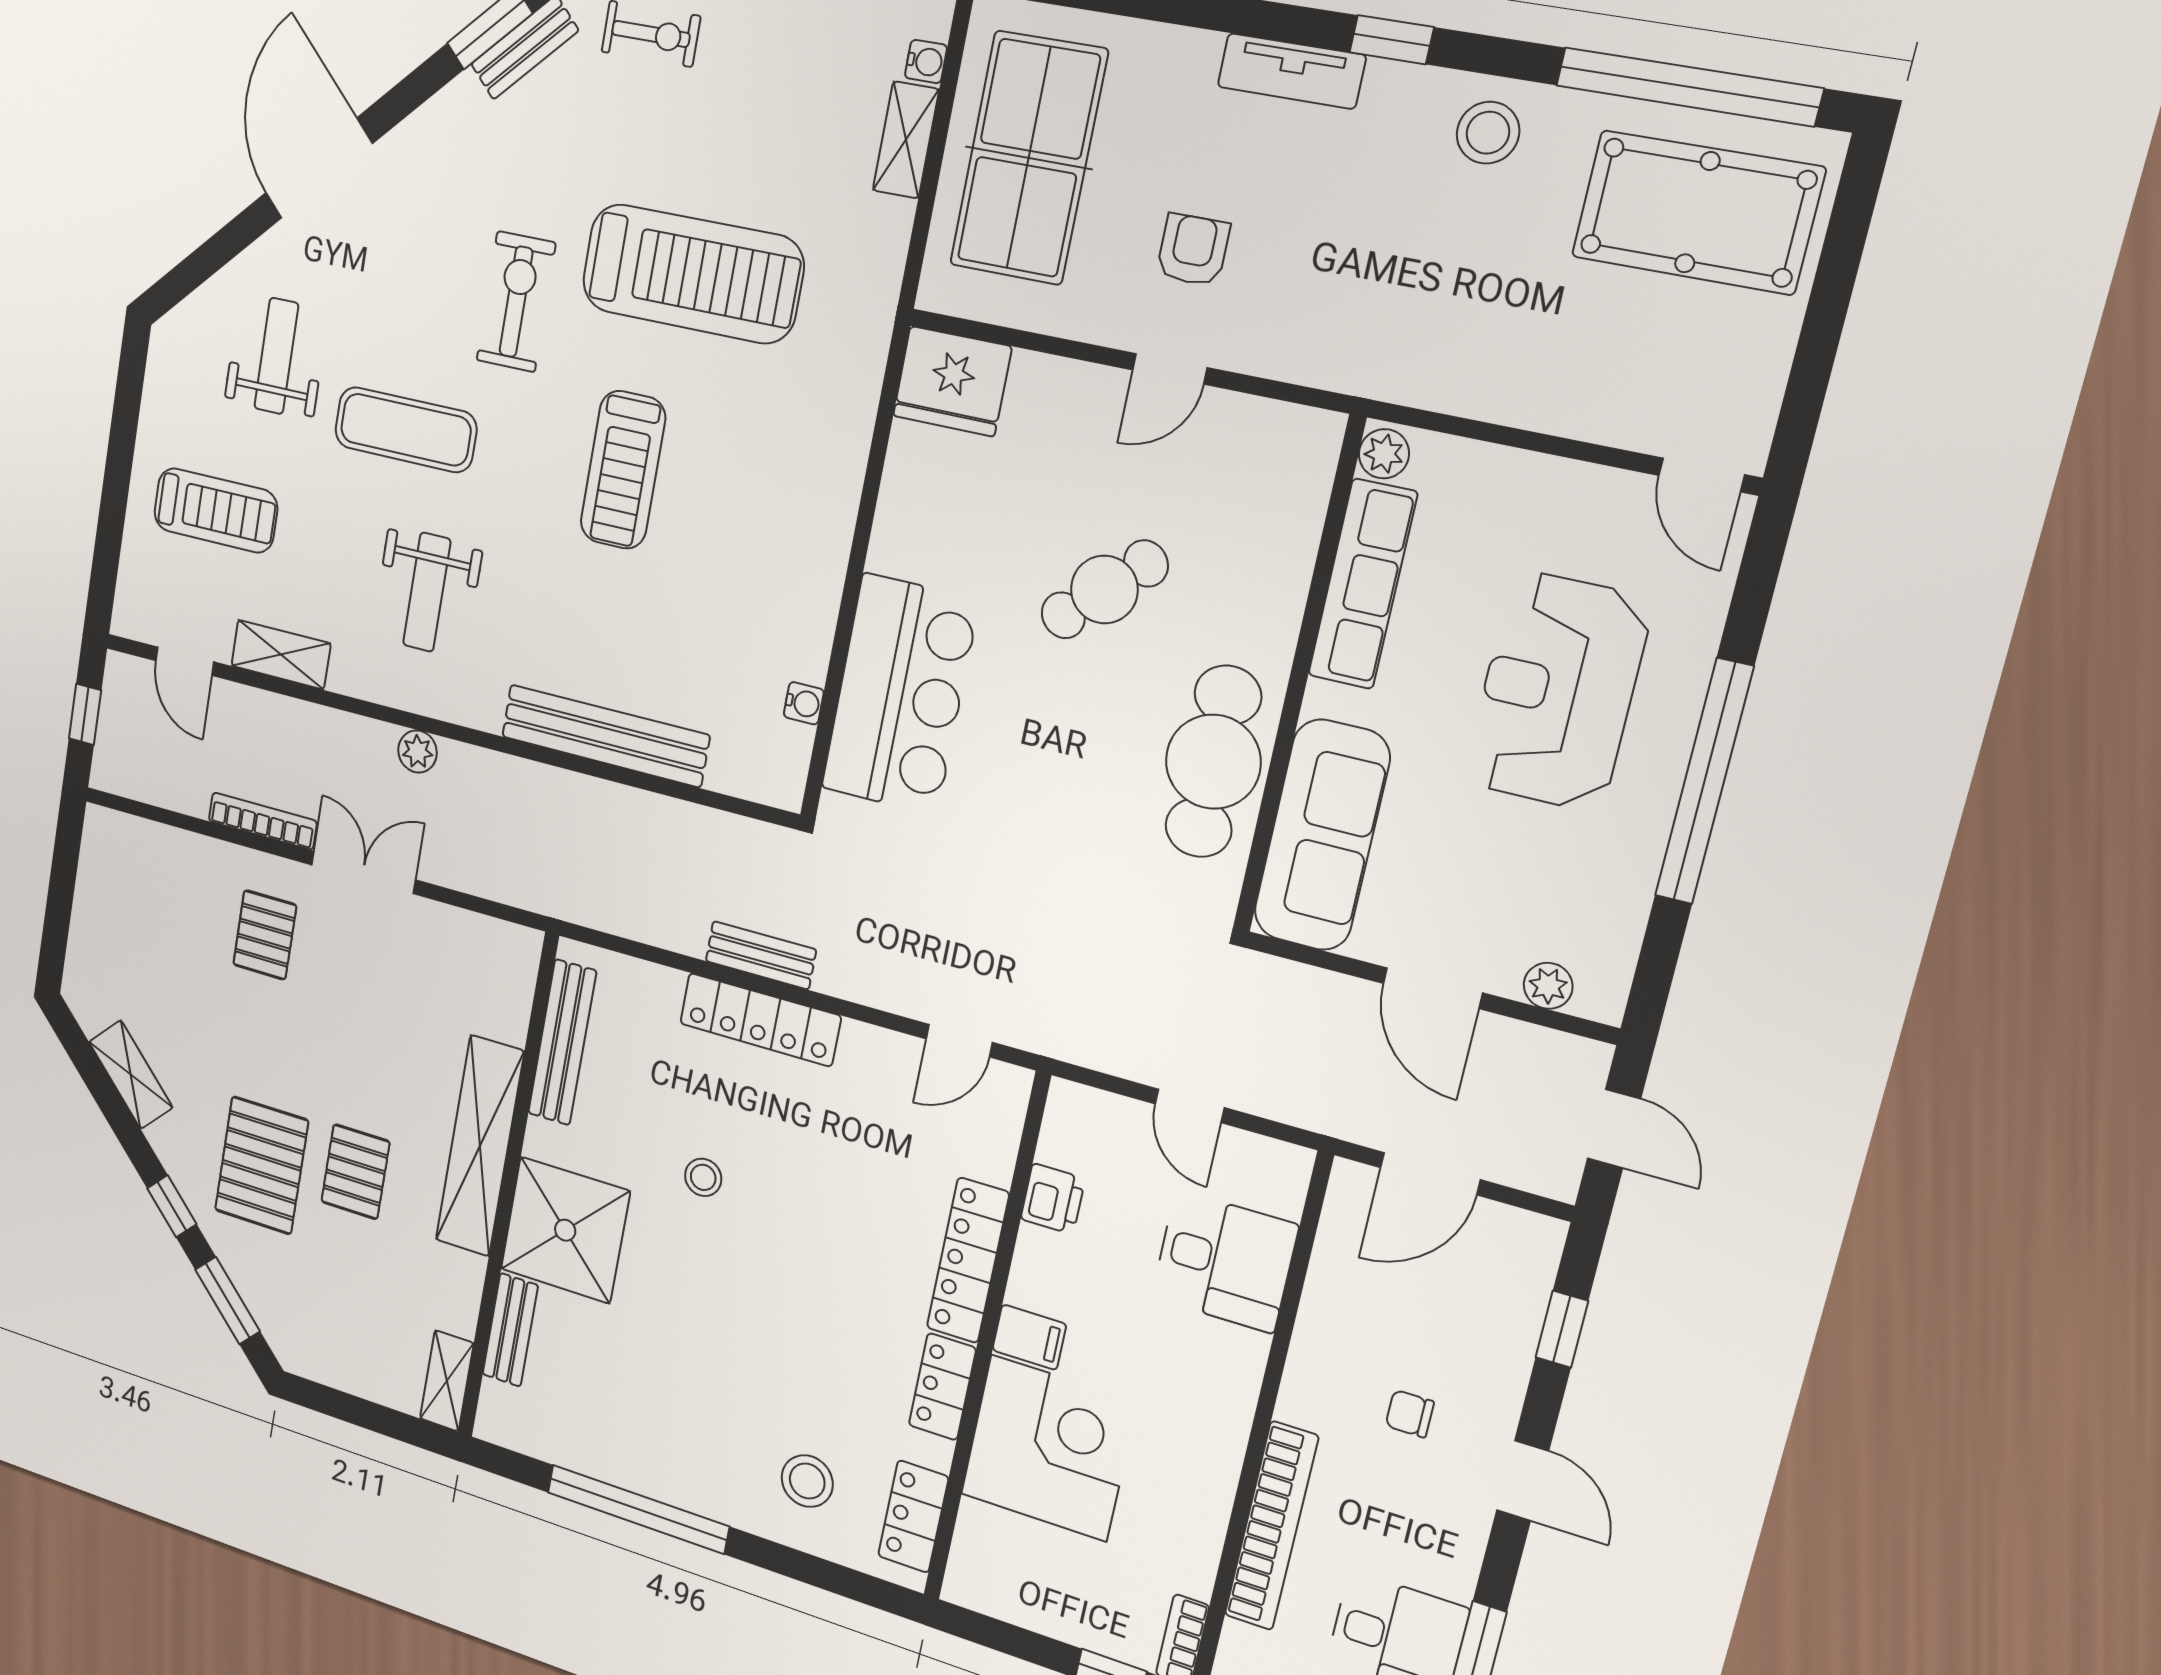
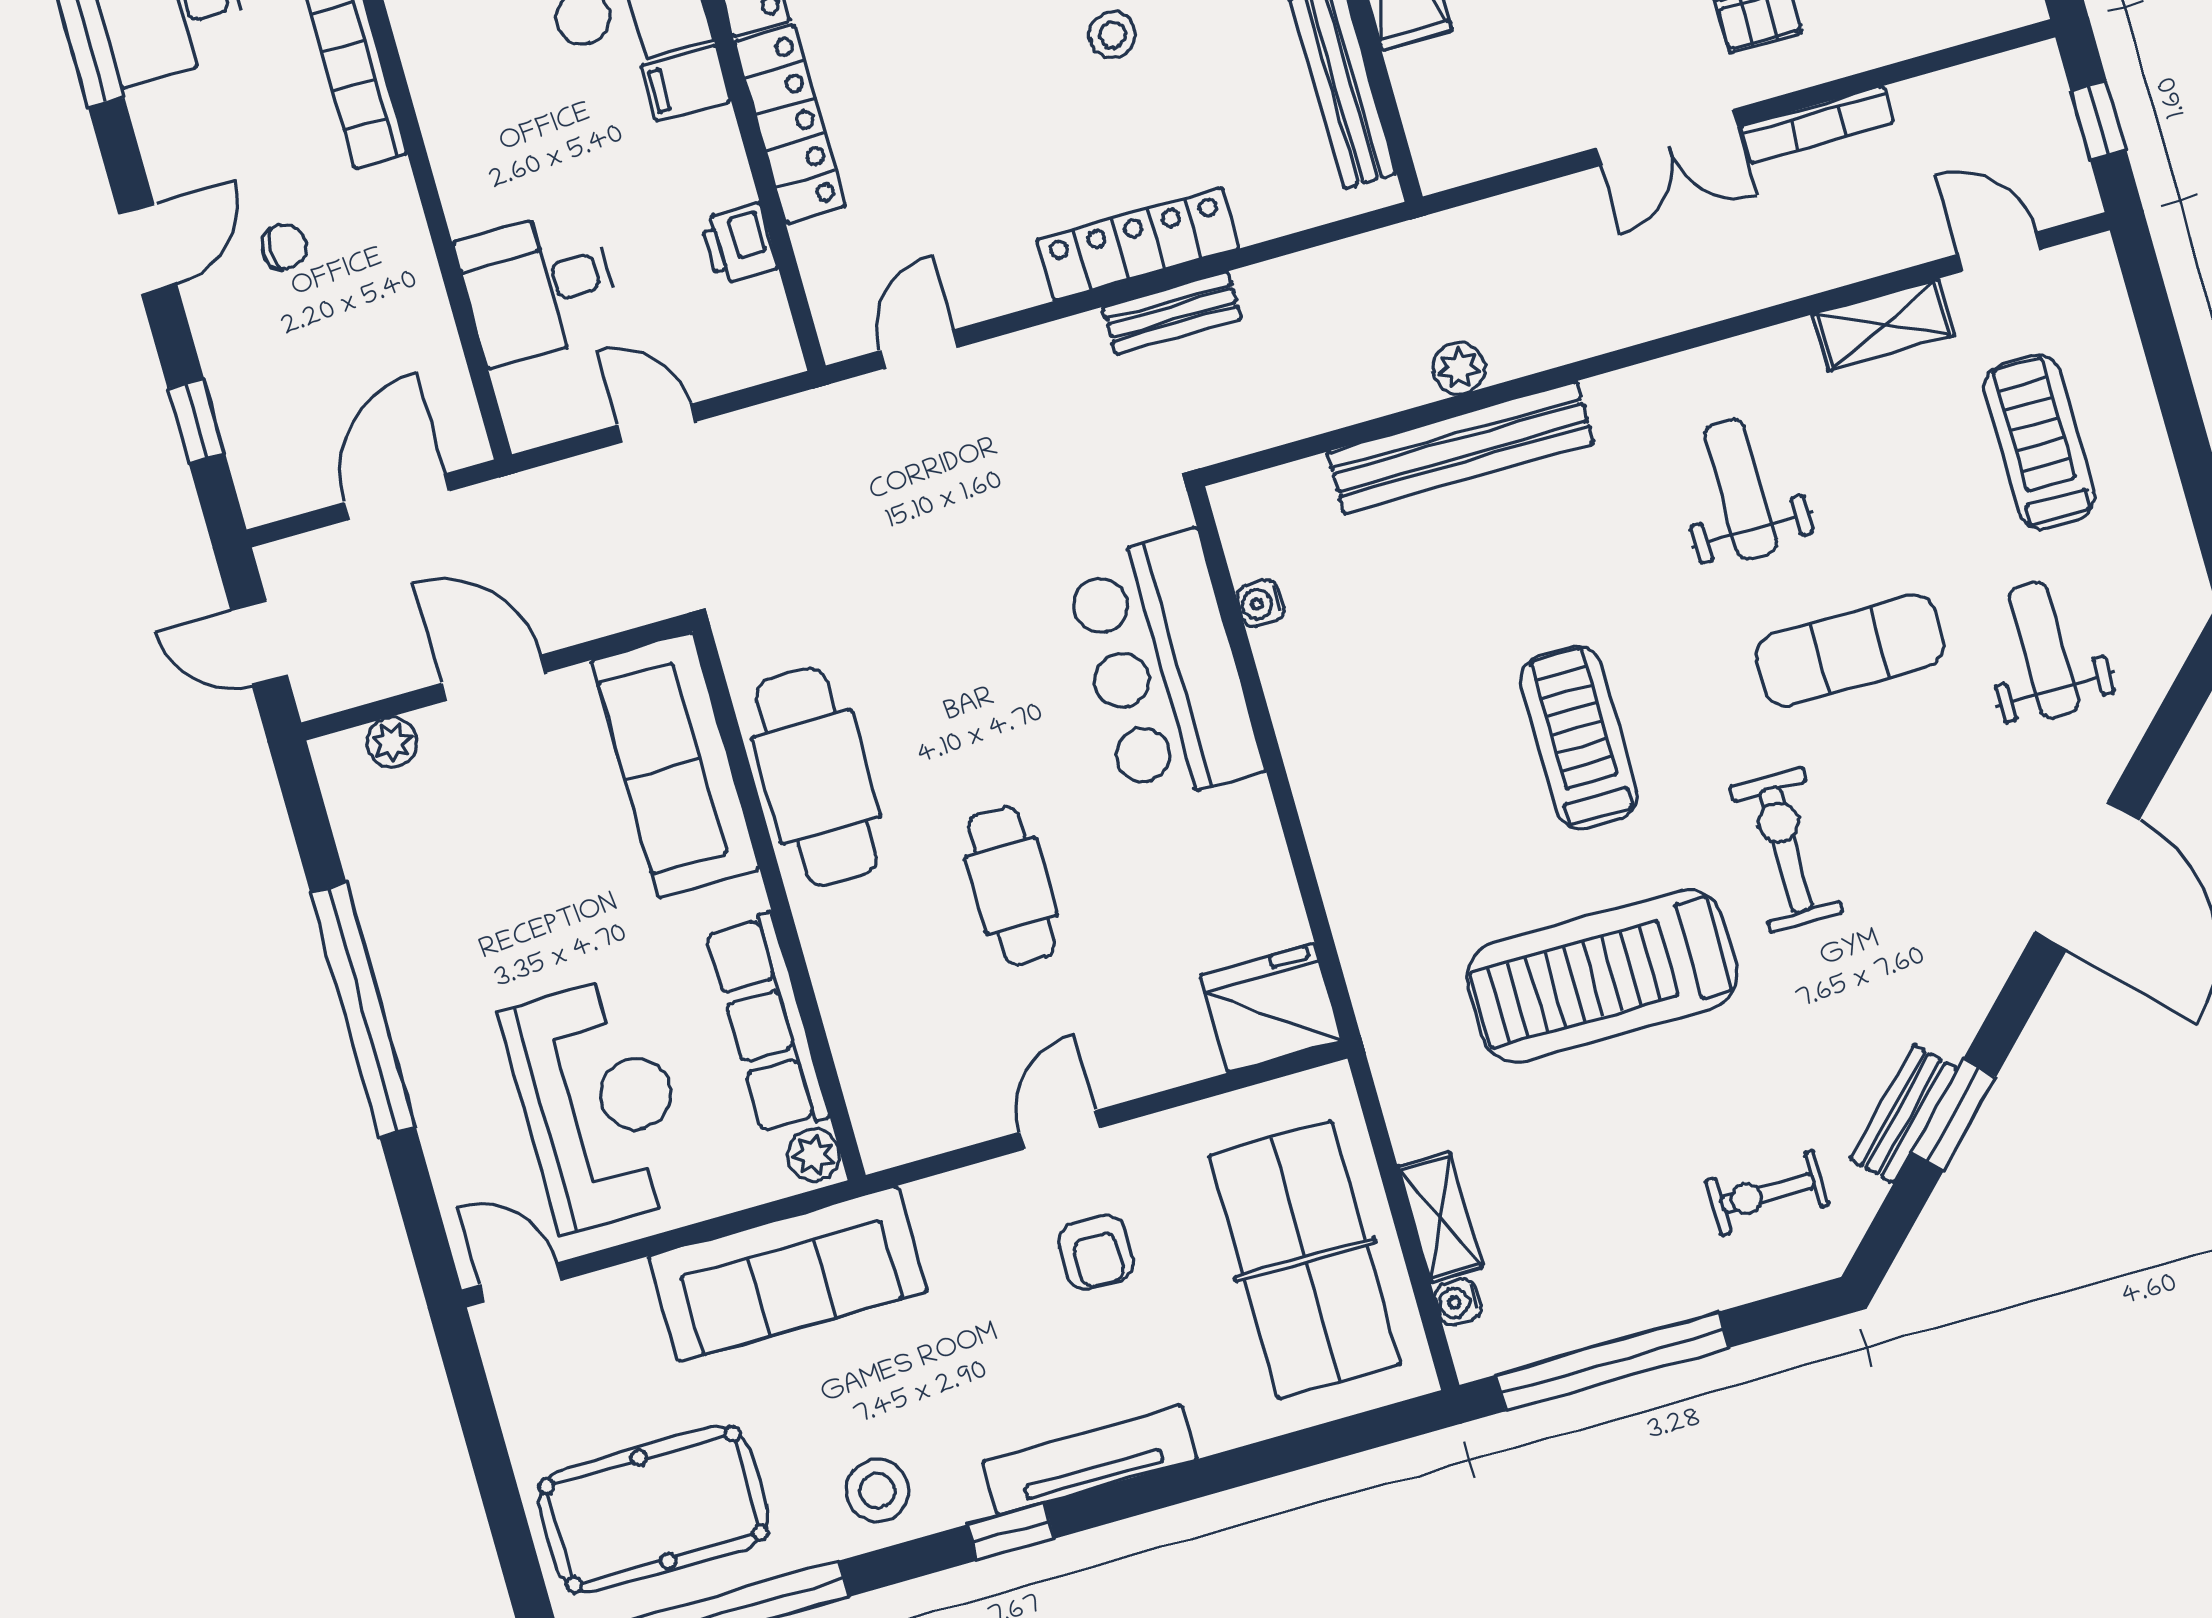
tv unit: (1291, 71) -> (1090, 1460), width x1.41
exercise bike: (516, 302) -> (1786, 850), turned 180
weight bench: (276, 356) -> (2044, 650), turned 180
sofa: (1462, 363) -> (788, 1274), added
treadmill: (216, 510) -> (2039, 442), turned 90
cafe table: (1104, 590) -> (1011, 886), turned -46
reception desk: (1557, 691) -> (599, 1104), moved
plant: (418, 751) -> (1459, 368), moved
door: (1523, 1480) -> (148, 249), swing flipped

